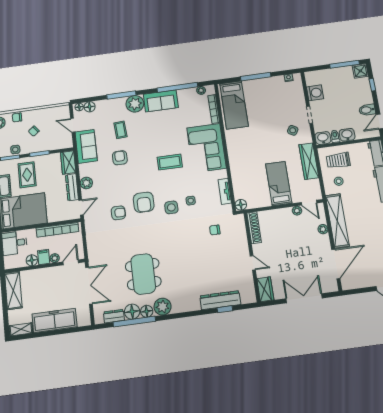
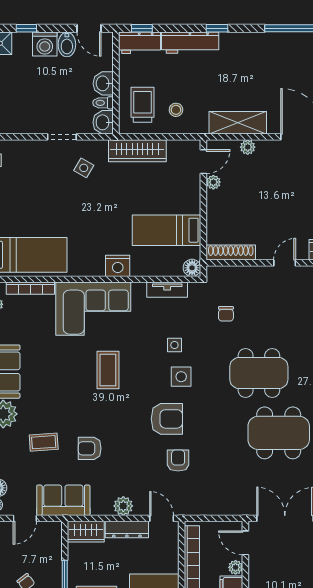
washing machine: (315, 93) -> (45, 44), moved, turned 180
nightstand: (235, 159) -> (118, 266), added
trolley: (338, 160) -> (143, 105), turned 180
bed: (279, 183) -> (167, 230), moved
shelving: (337, 221) -> (238, 123), width x0.68
dining table: (180, 256) -> (259, 373), added

